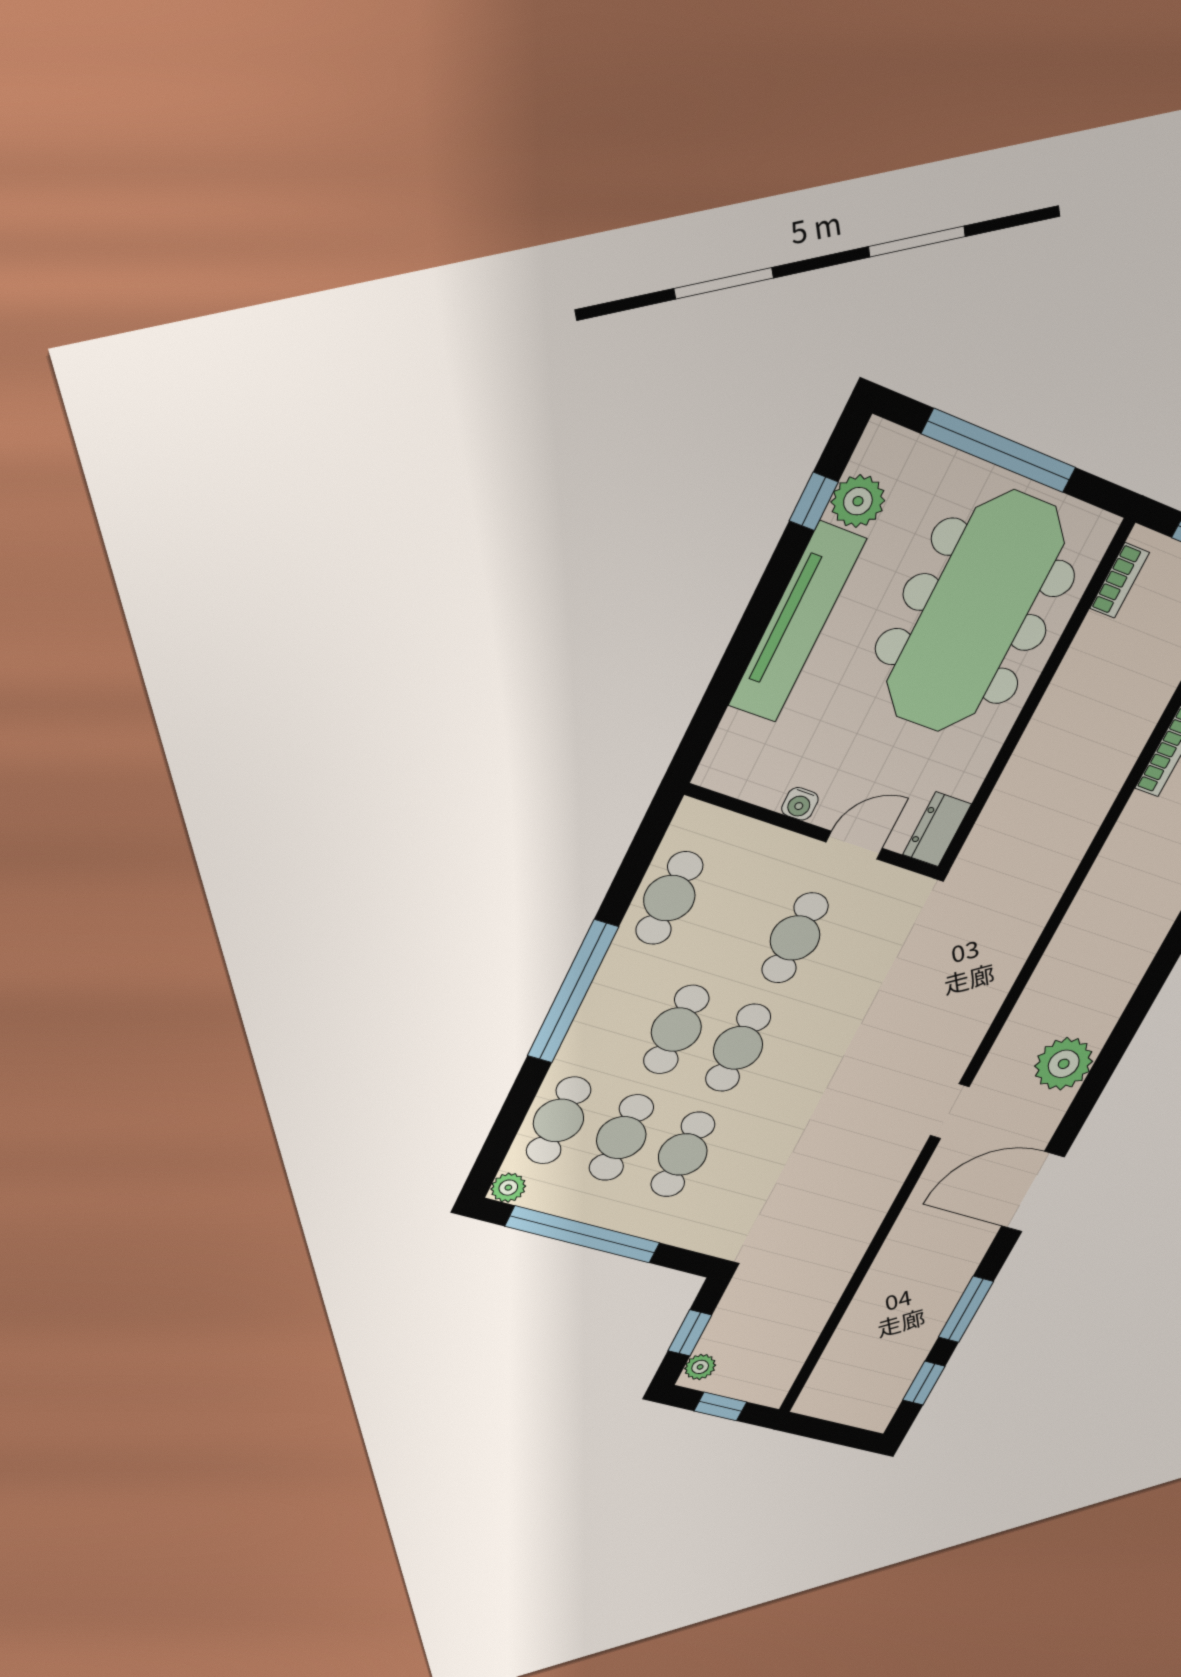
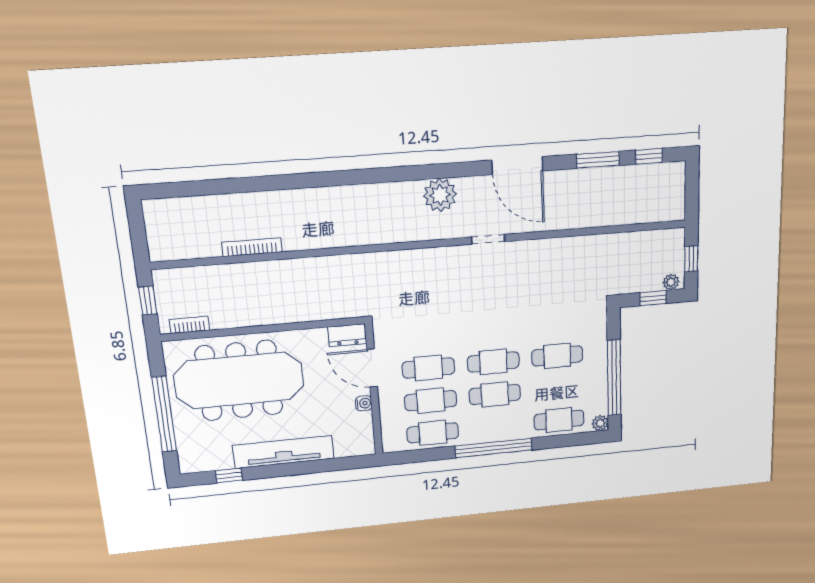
plant: (858, 501) -> (219, 458), removed
door: (854, 845) -> (372, 368), width x1.37
cafe table: (621, 1138) -> (431, 401), moved

